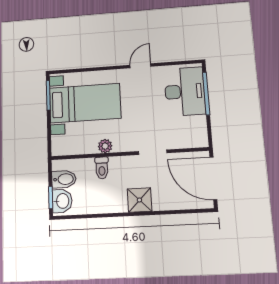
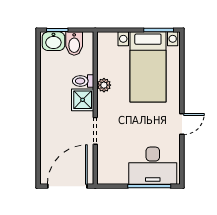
door: (140, 66) -> (182, 124), hinge flipped
shower: (139, 200) -> (83, 100), moved

